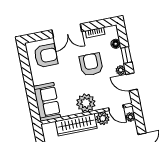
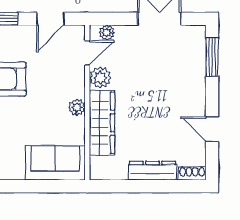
plant: (121, 70) -> (28, 33), removed
plant: (86, 103) -> (77, 107), width x0.53, depth x0.53

